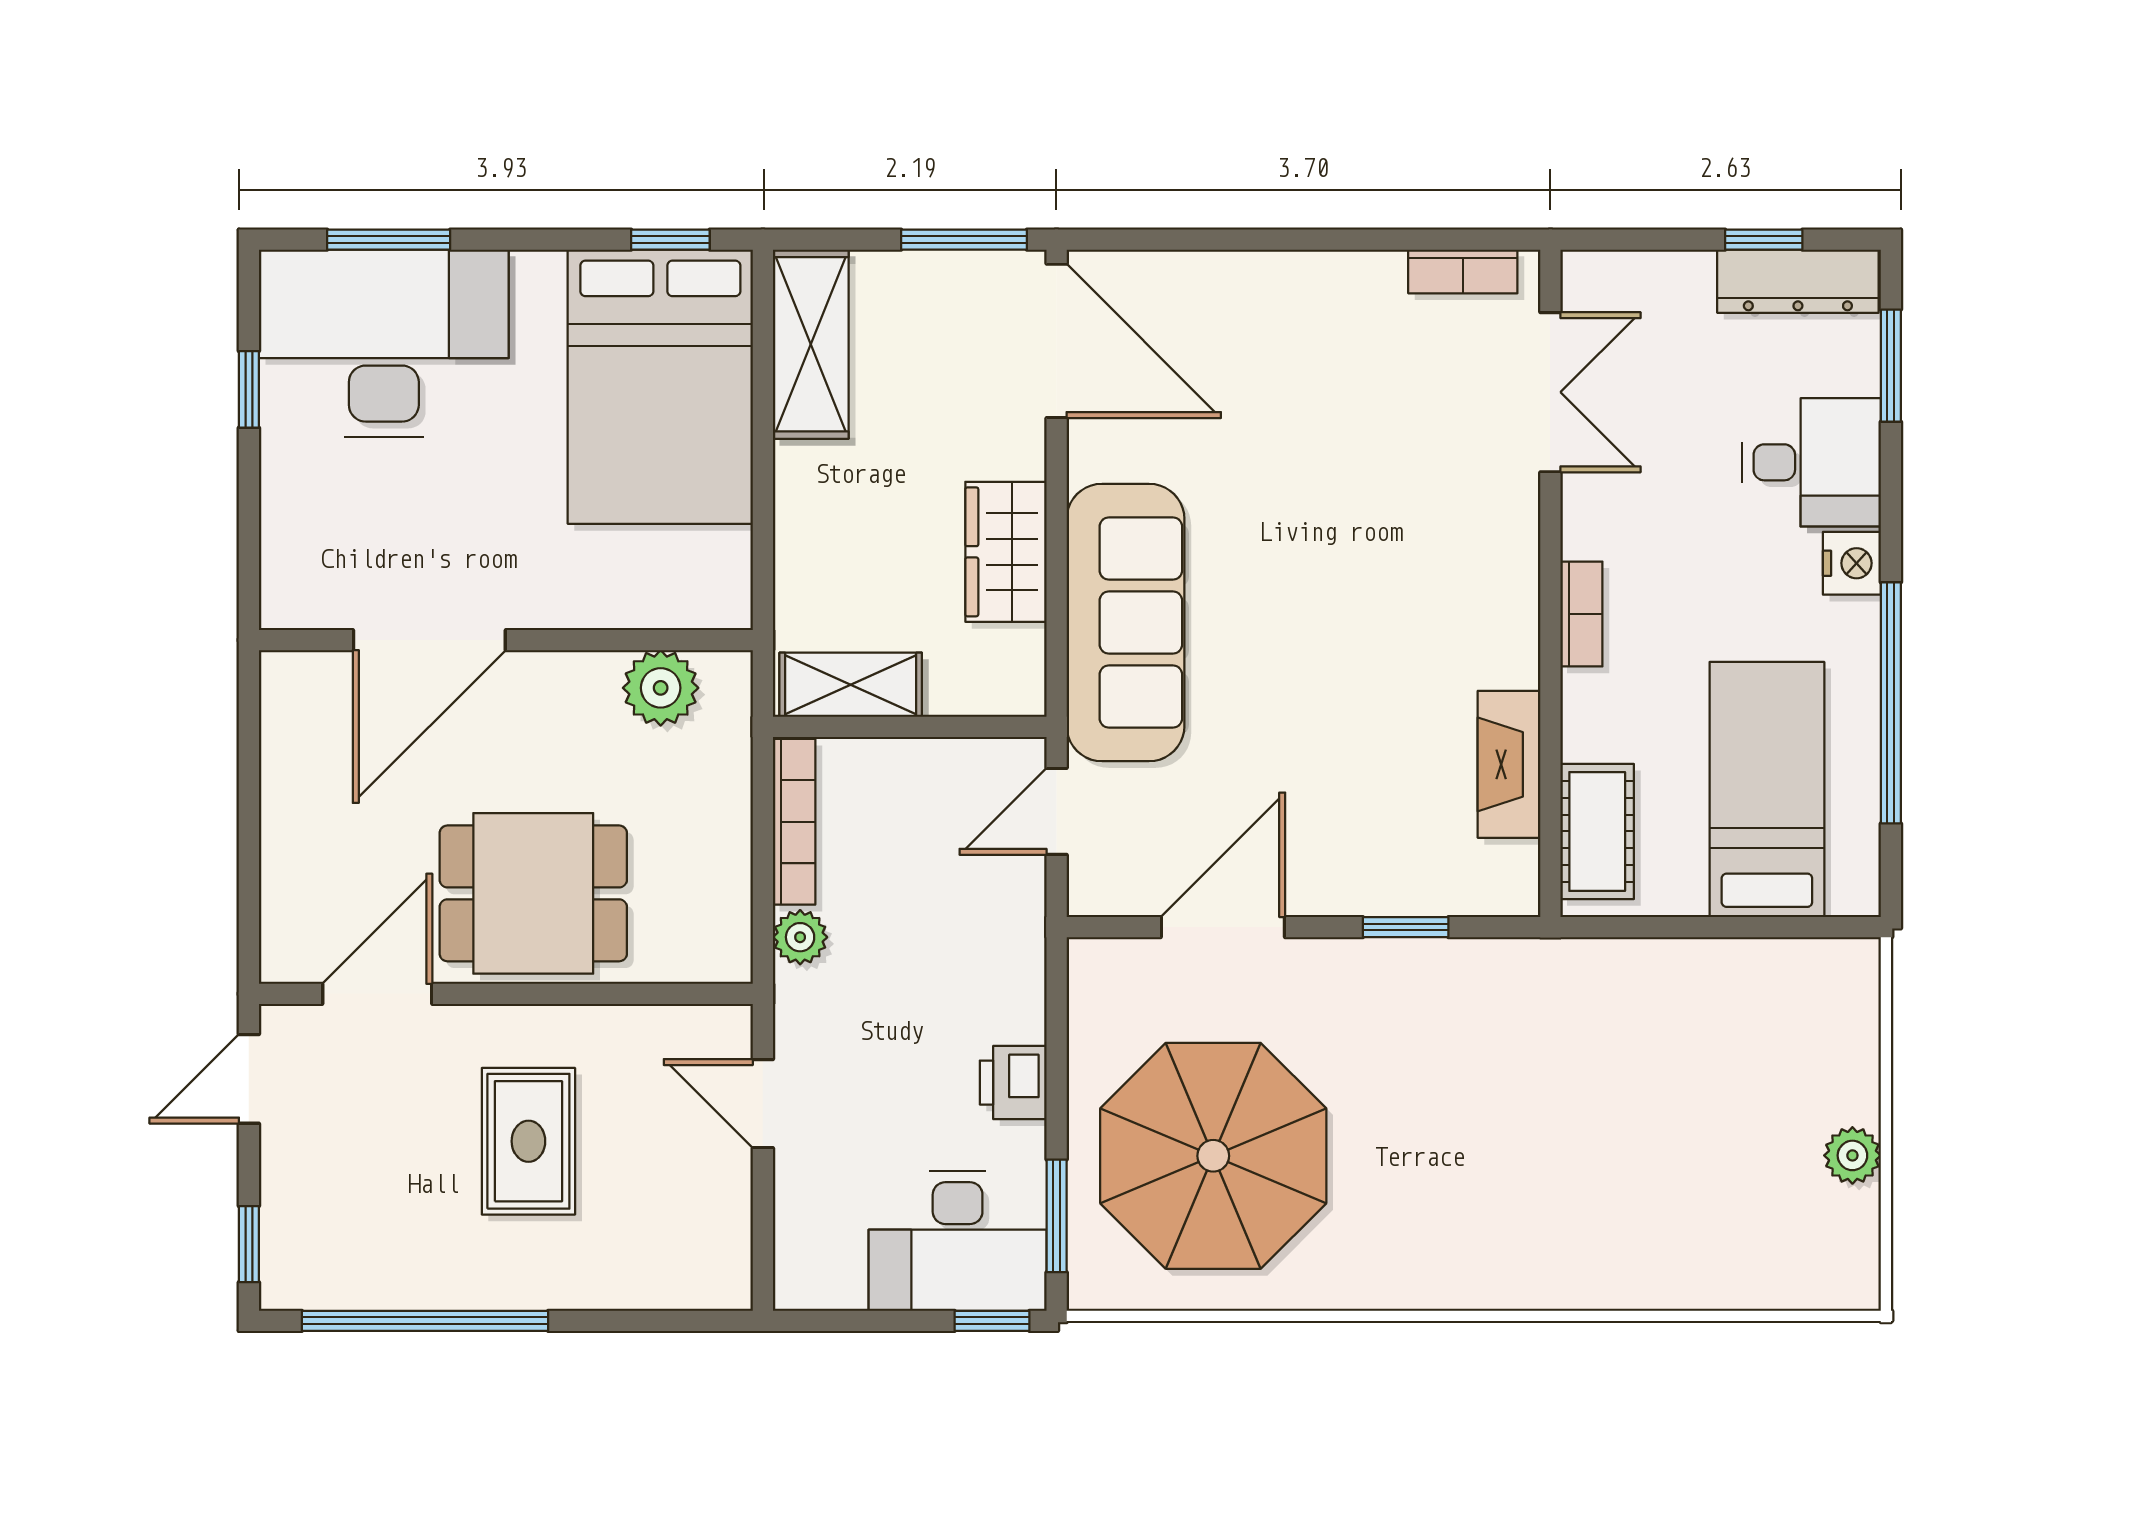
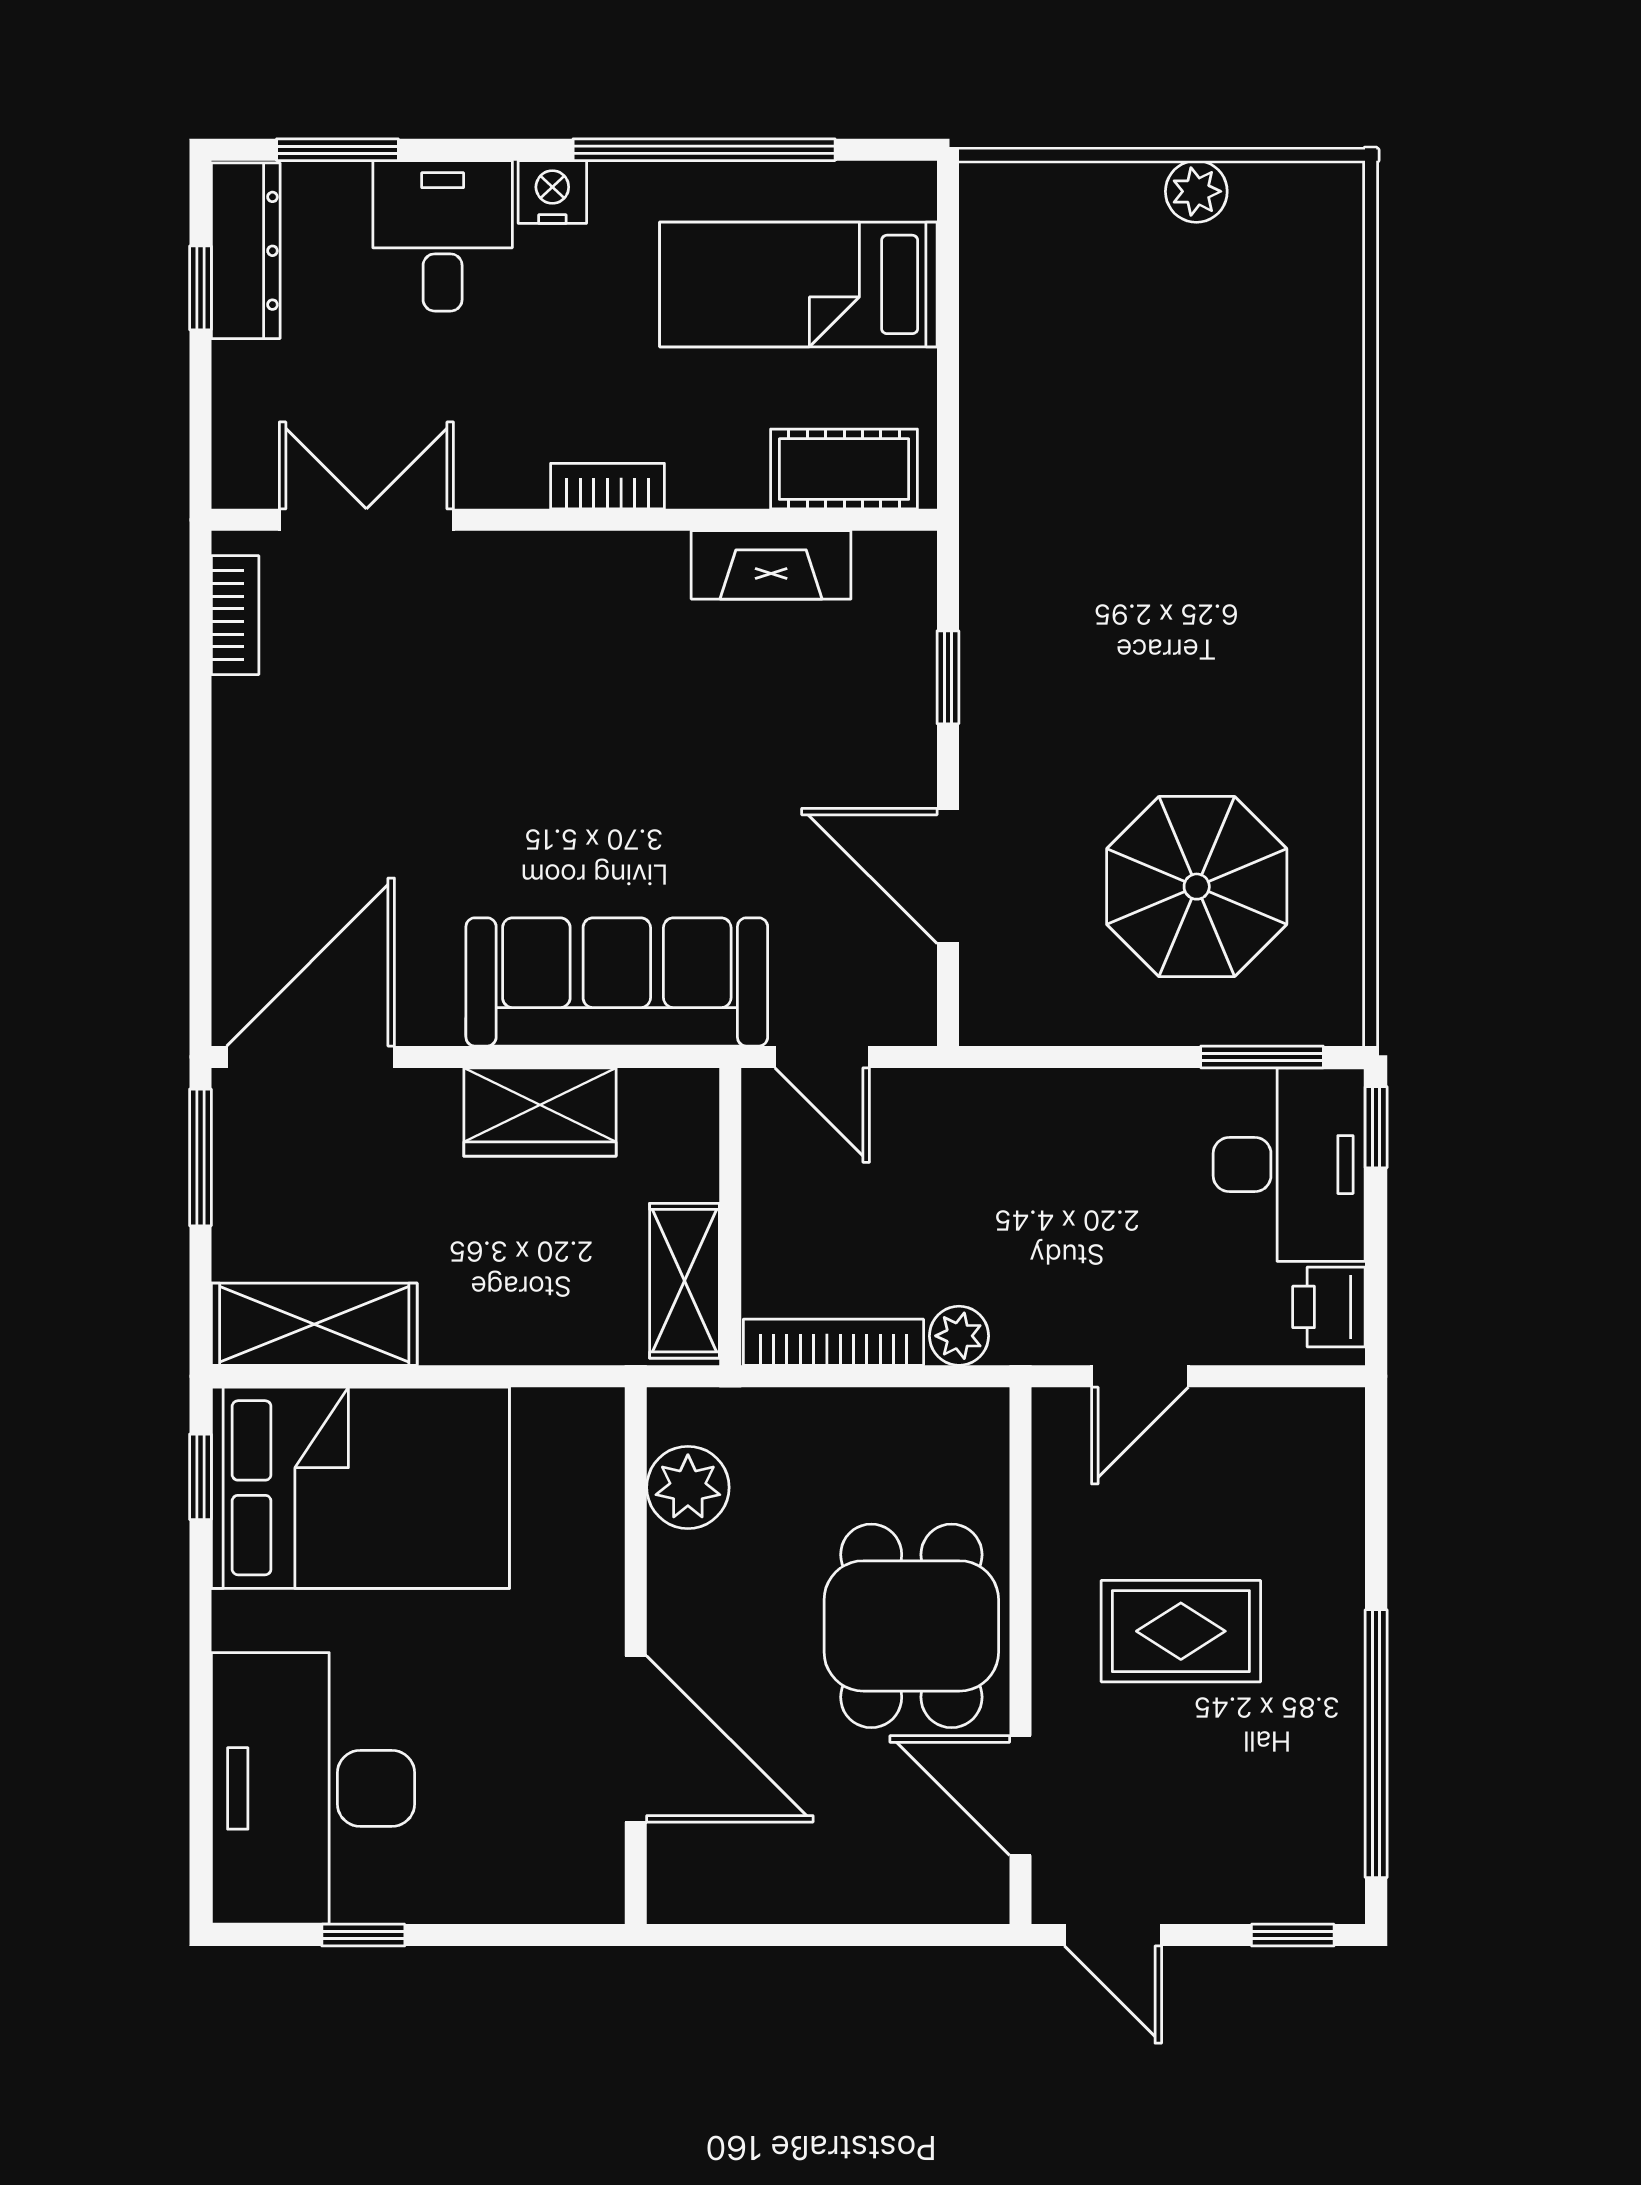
window: (389, 240) -> (200, 1783), removed
printer: (1013, 1083) -> (1329, 1307), moved, turned 90
parasol: (1213, 1156) -> (1197, 887), width x0.73, depth x0.73

